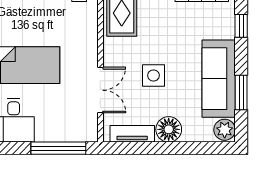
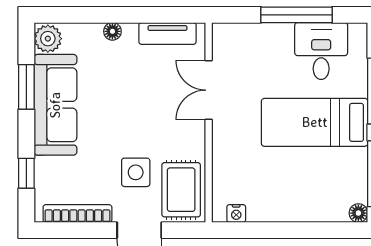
side table: (153, 75) -> (136, 172), moved
floor lamp: (169, 129) -> (112, 31), width x0.53, depth x0.53
window: (58, 148) -> (296, 15), moved

